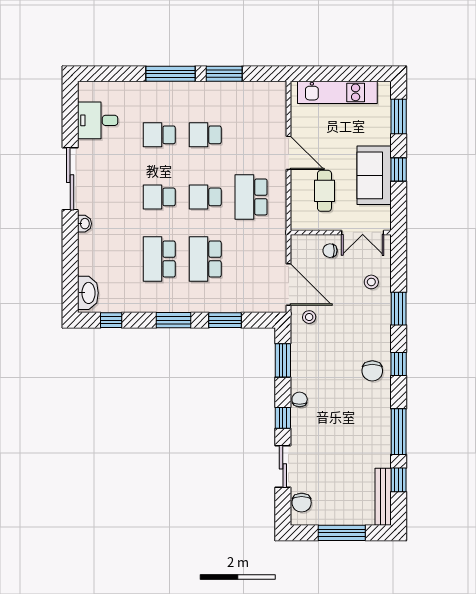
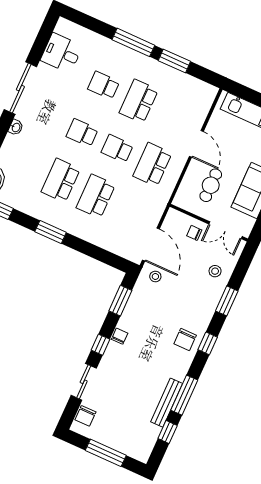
school desk: (205, 135) -> (139, 101), width x1.85
window: (225, 320) -> (90, 250), removed
bench: (383, 497) -> (167, 403), moved

